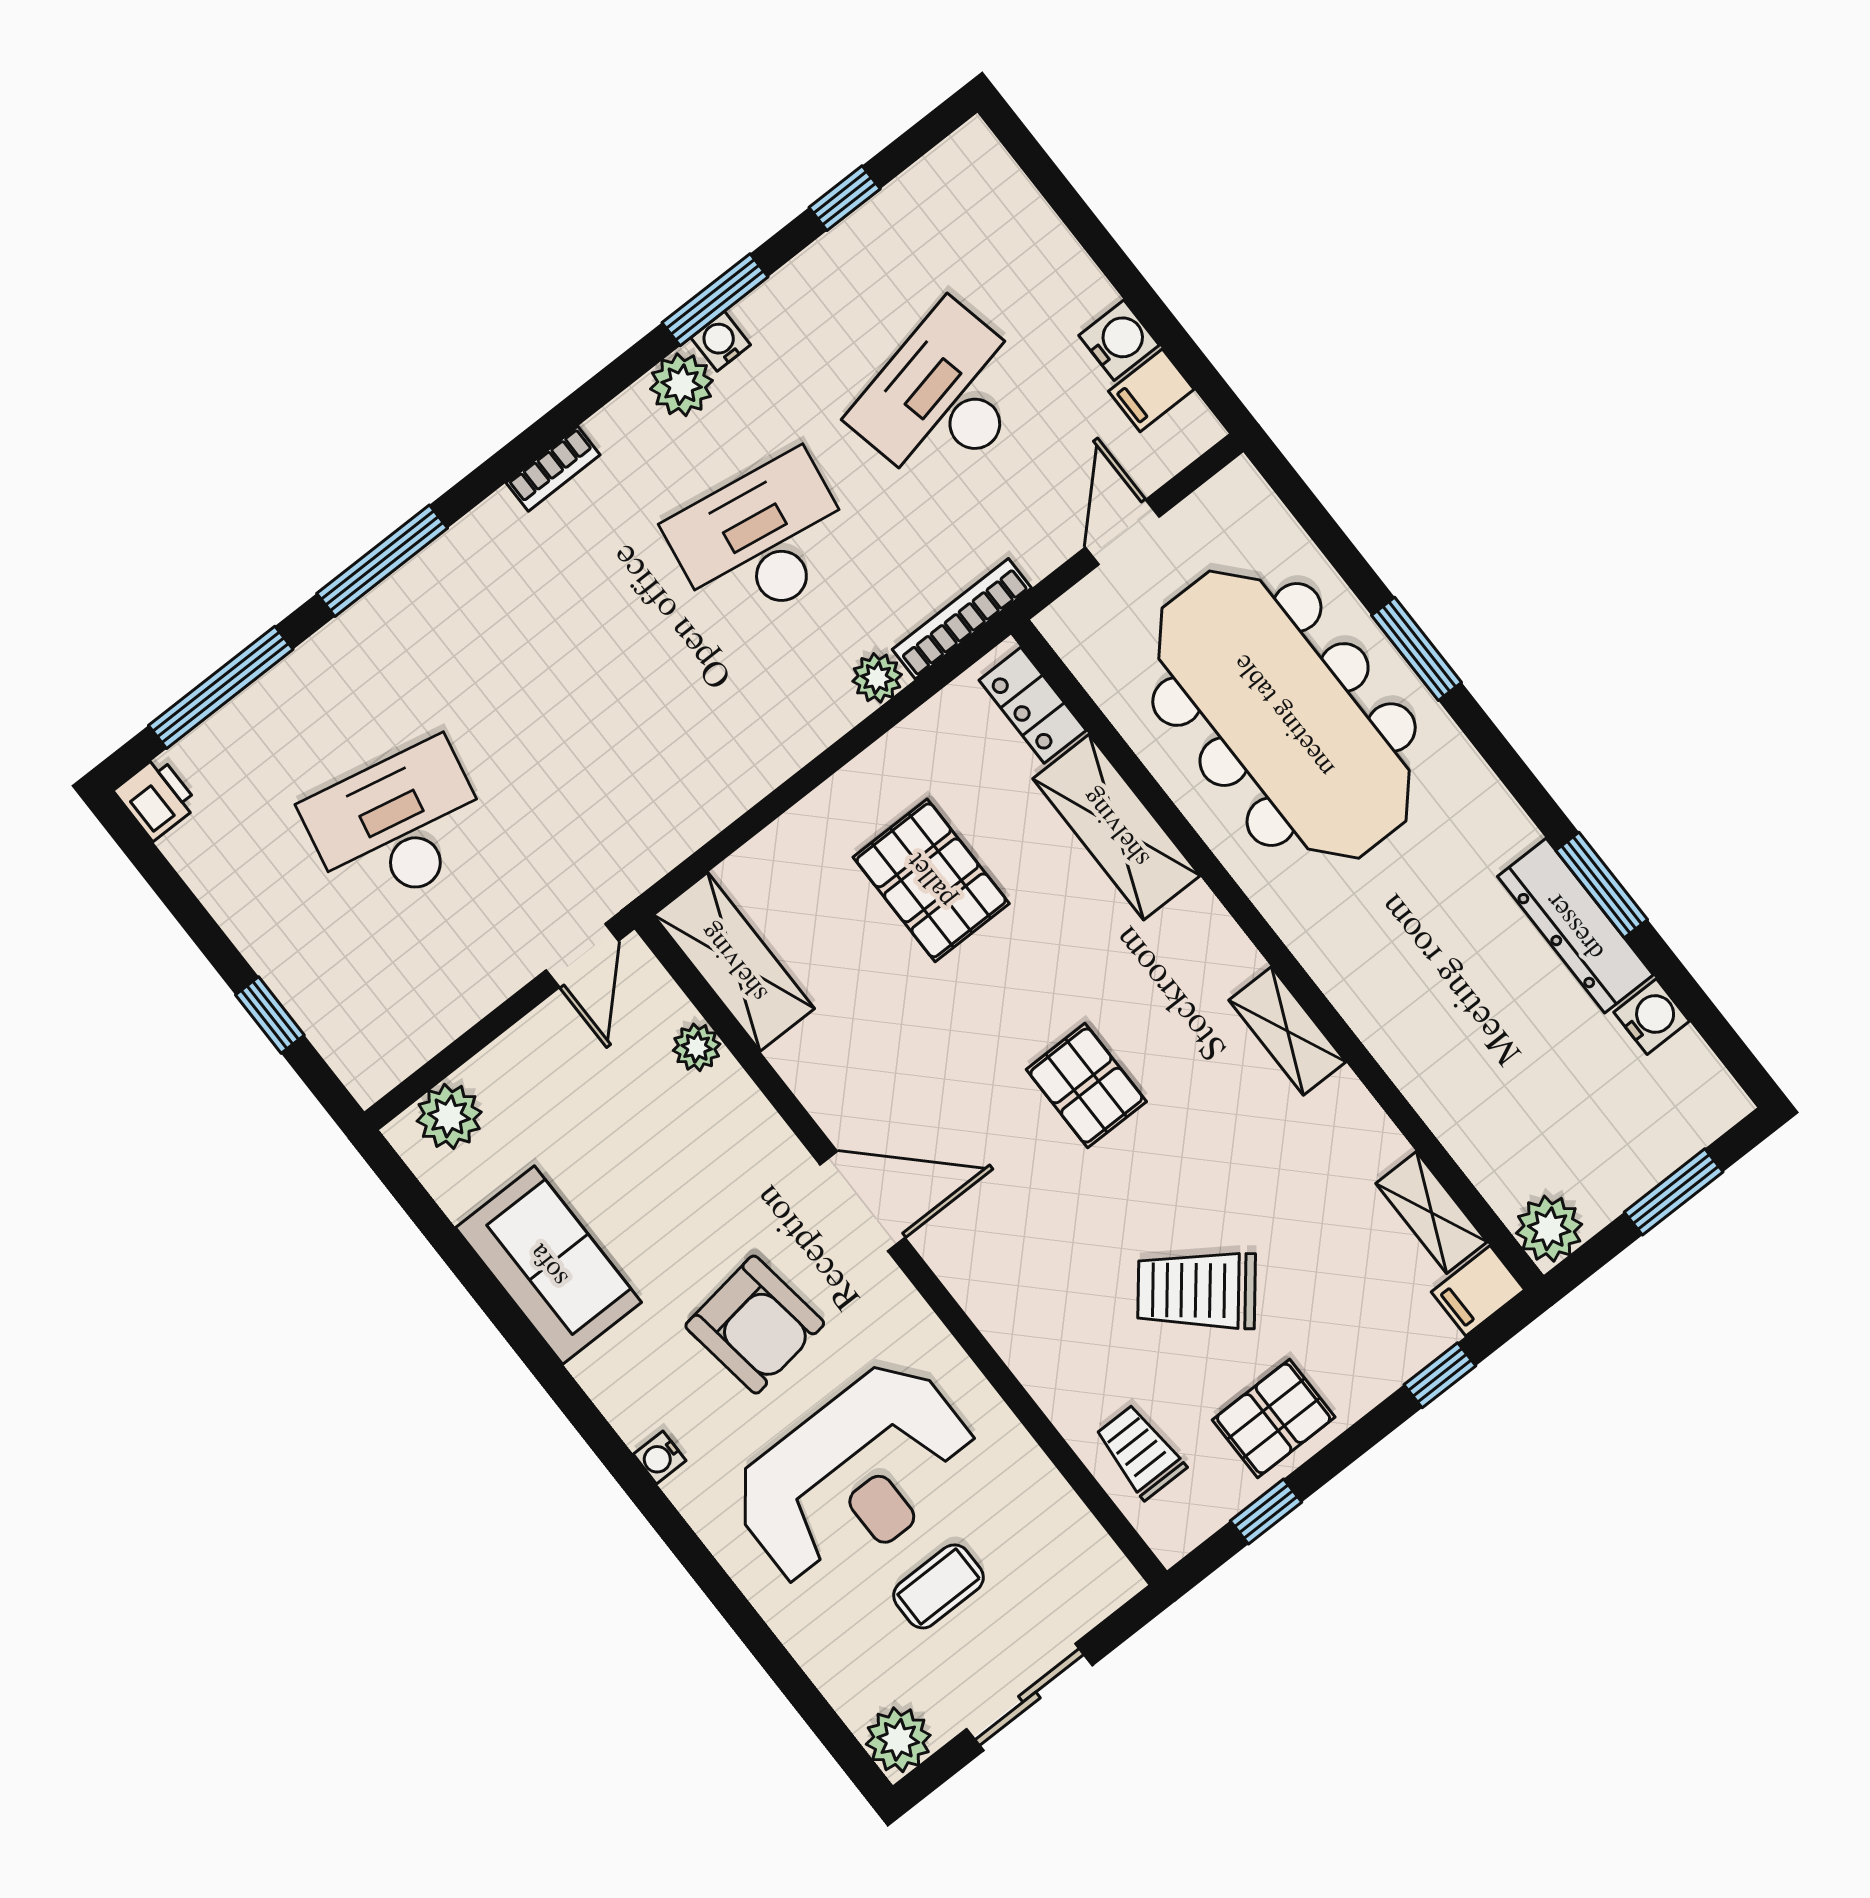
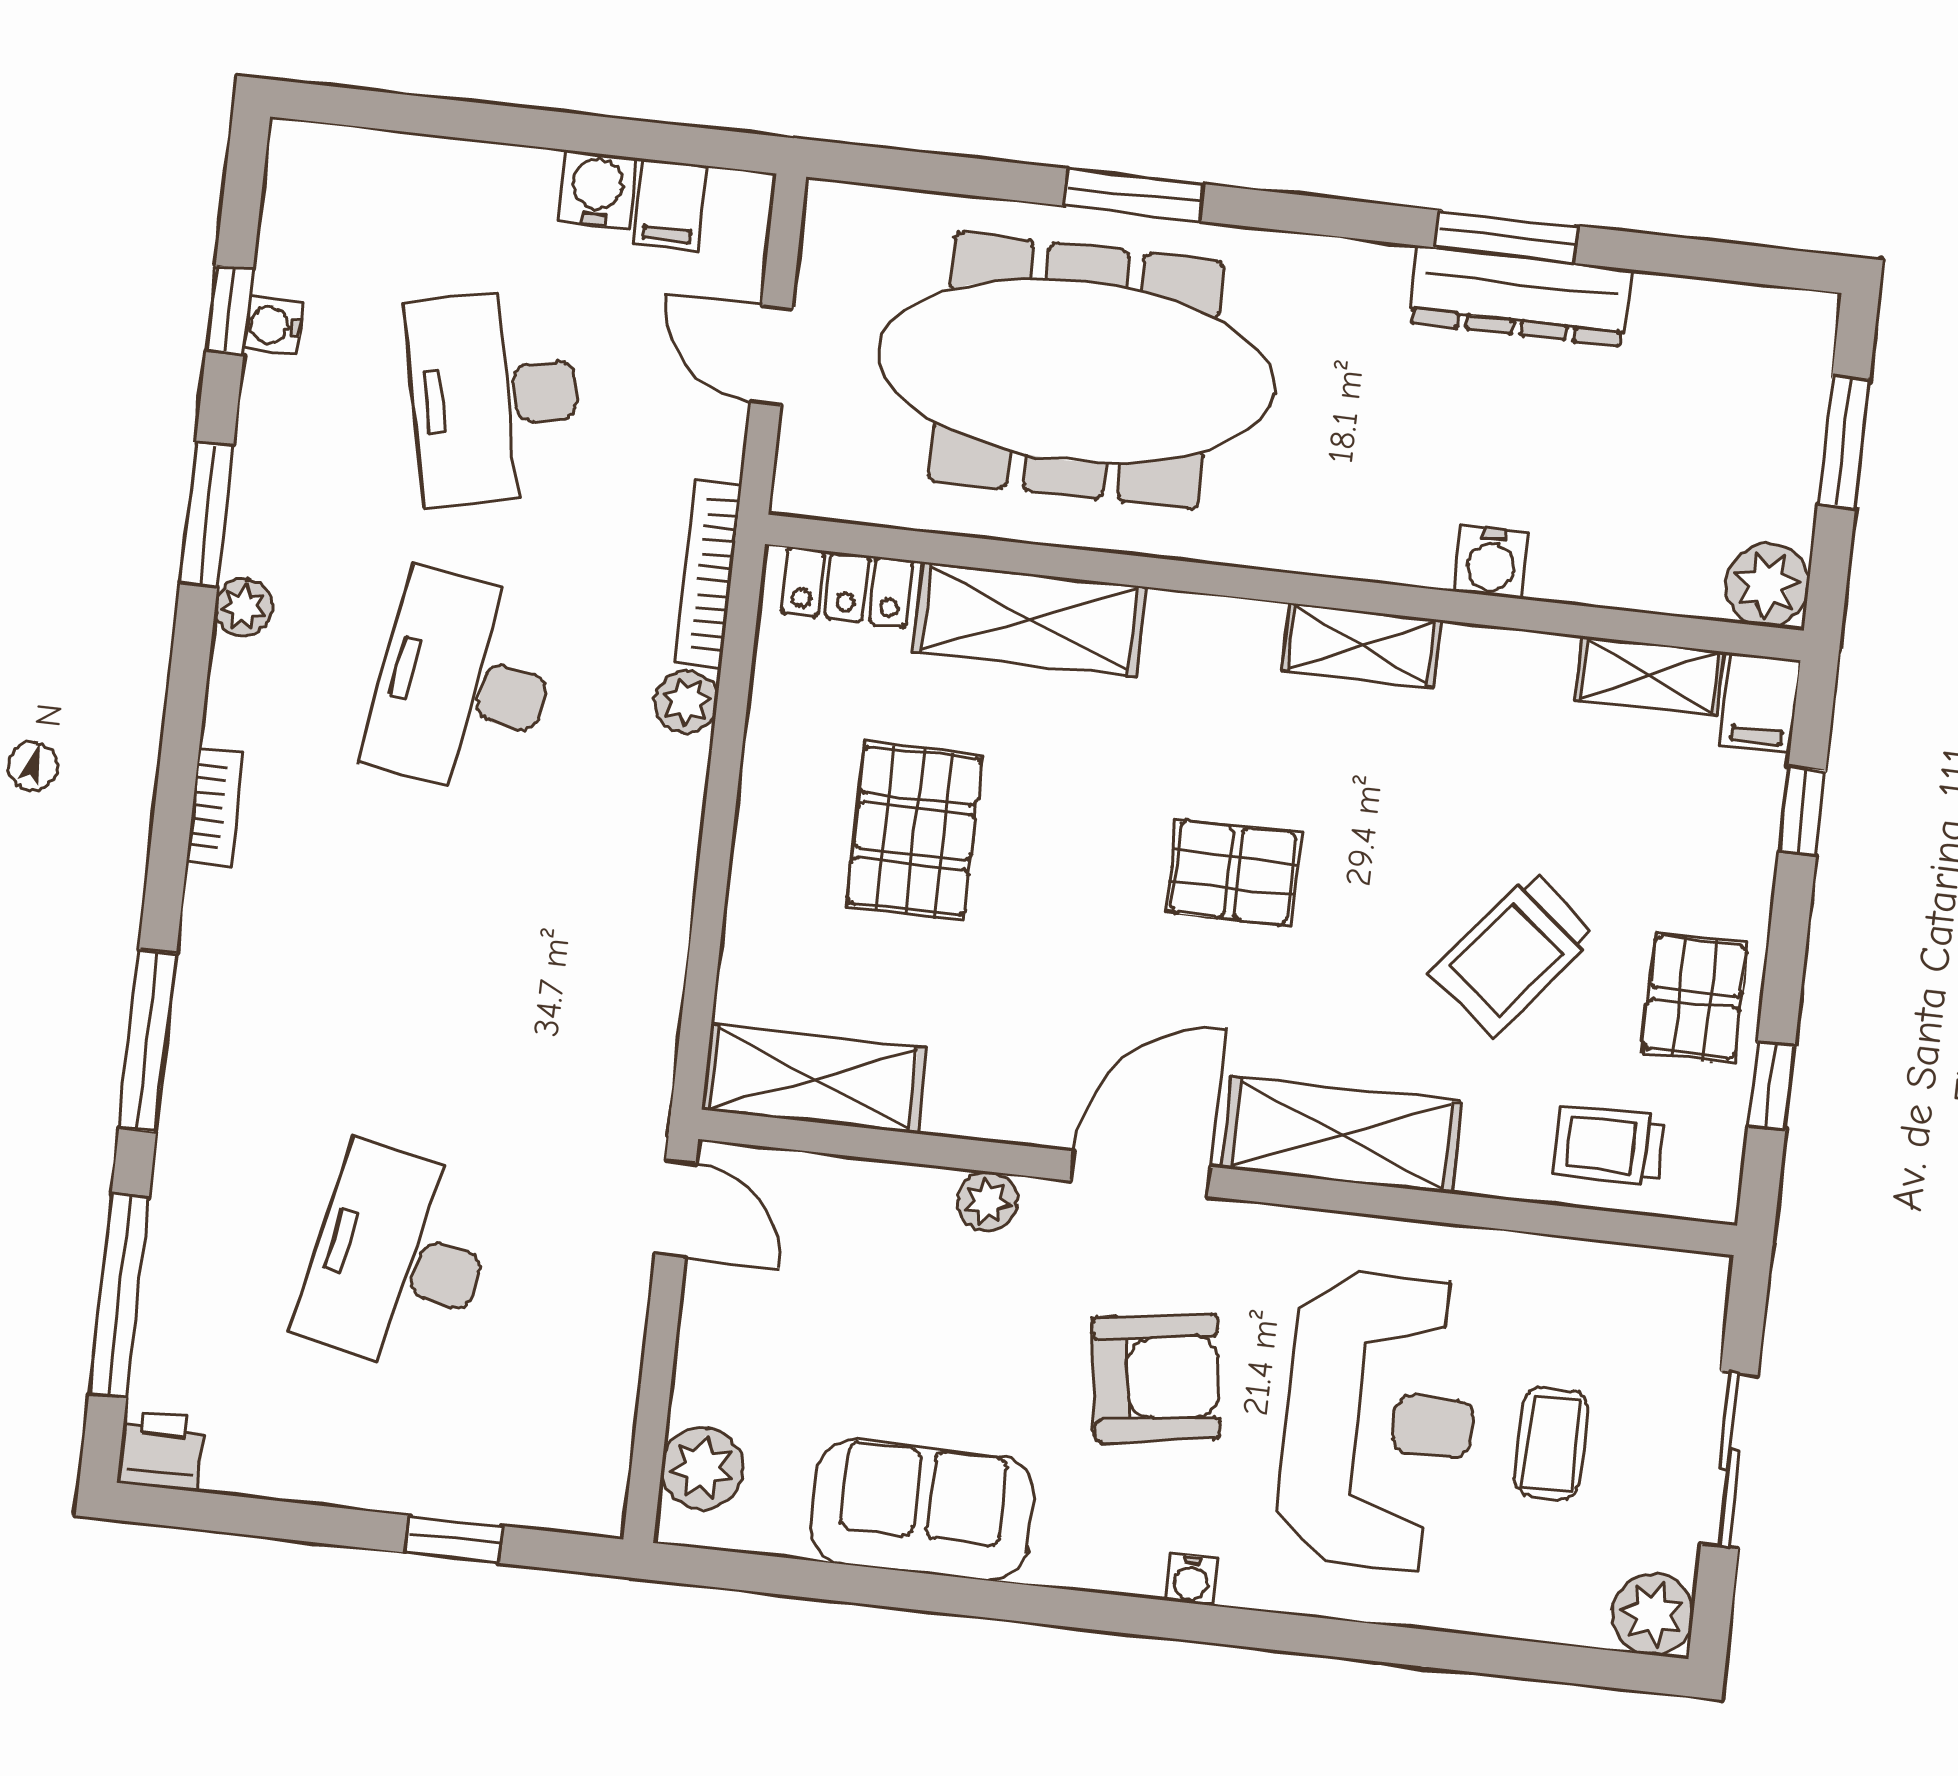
water cooler: (721, 341) -> (273, 325), moved
plant: (682, 385) -> (244, 607), width x0.73, depth x0.73
pallet: (931, 880) -> (914, 831), turned 90
water cooler: (1652, 1017) -> (1491, 562), moved, turned 180
plant: (697, 1047) -> (987, 1201), moved
shelving: (997, 1294) -> (1341, 1135), added

